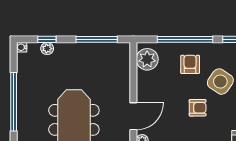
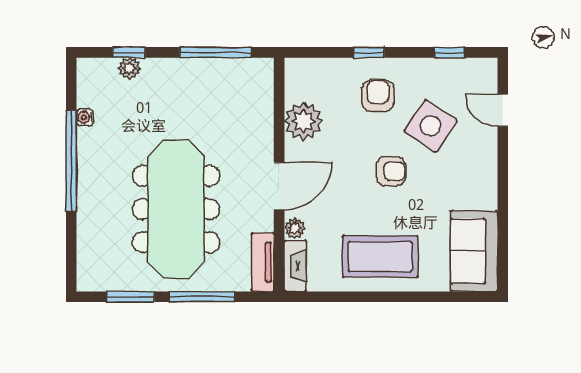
window: (185, 39) -> (369, 52), width x0.32
water cooler: (22, 47) -> (85, 117), moved
plant: (147, 59) -> (303, 121), moved

